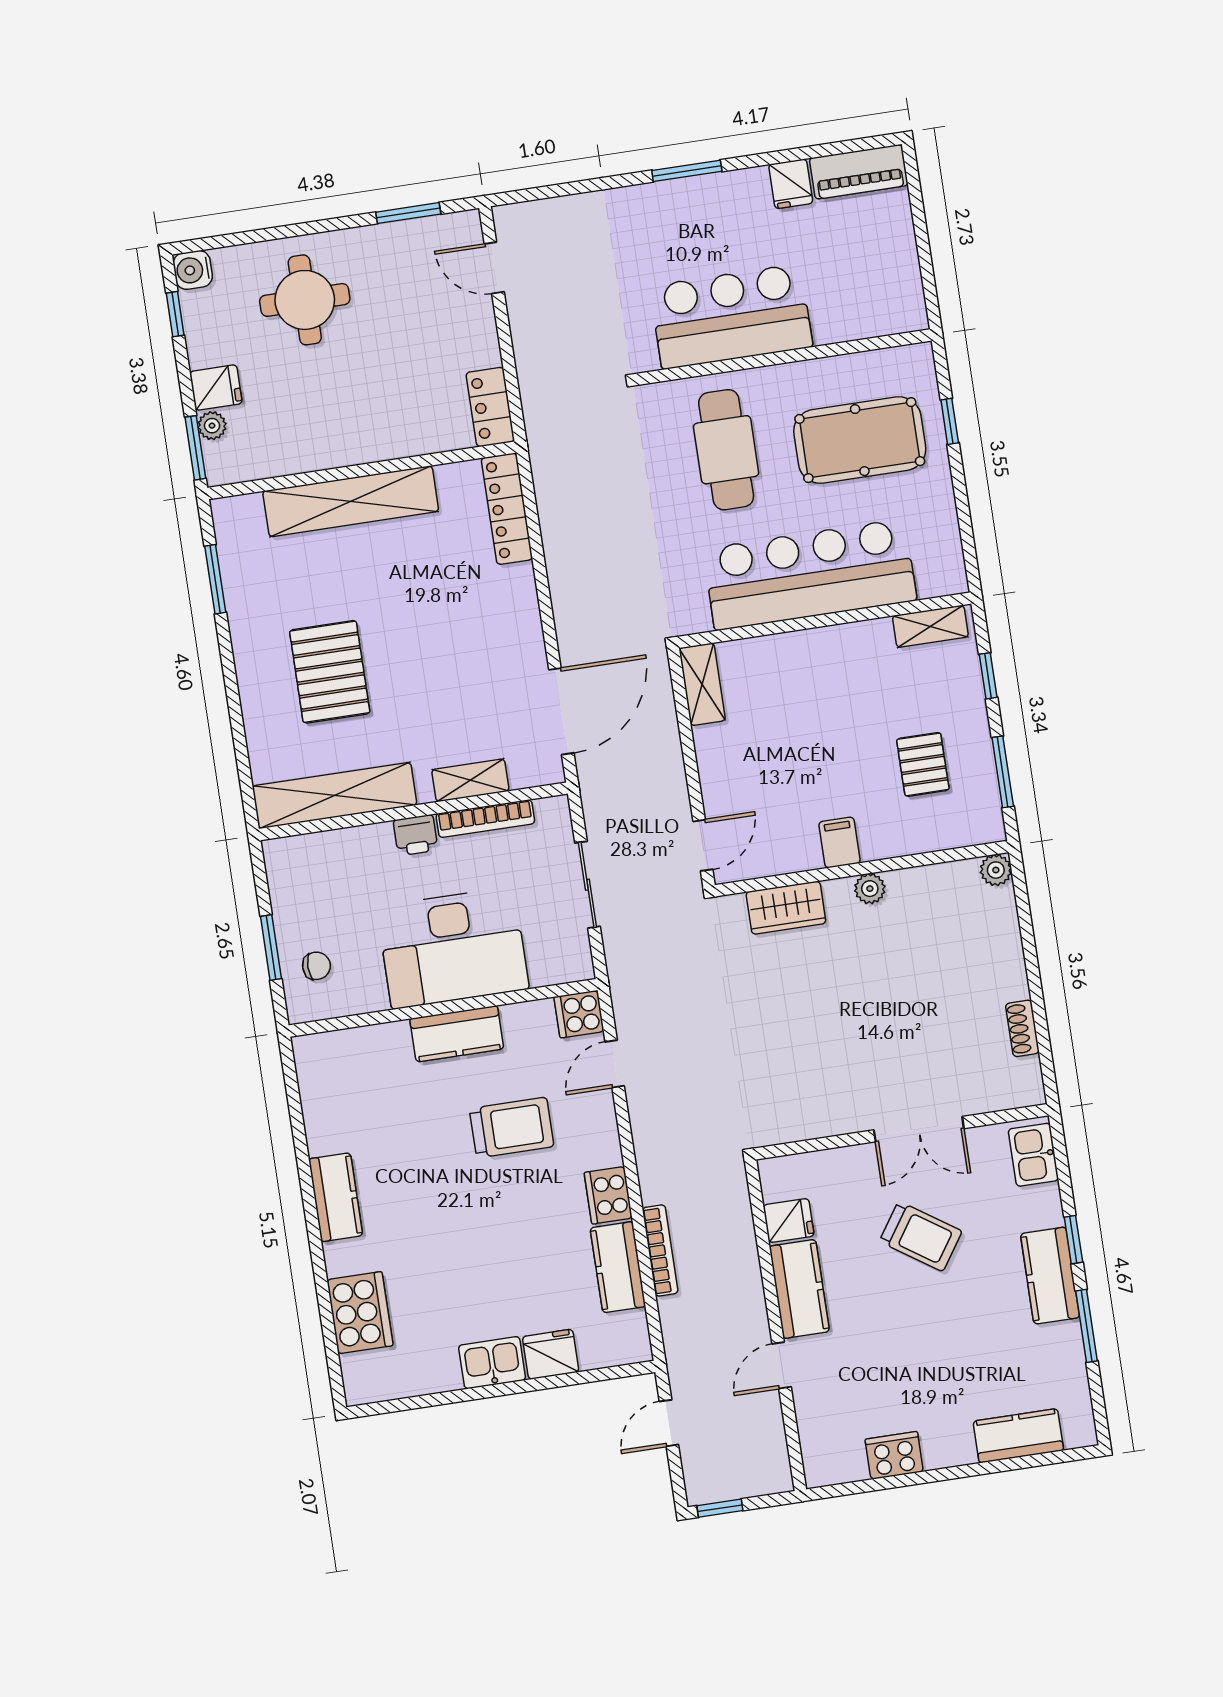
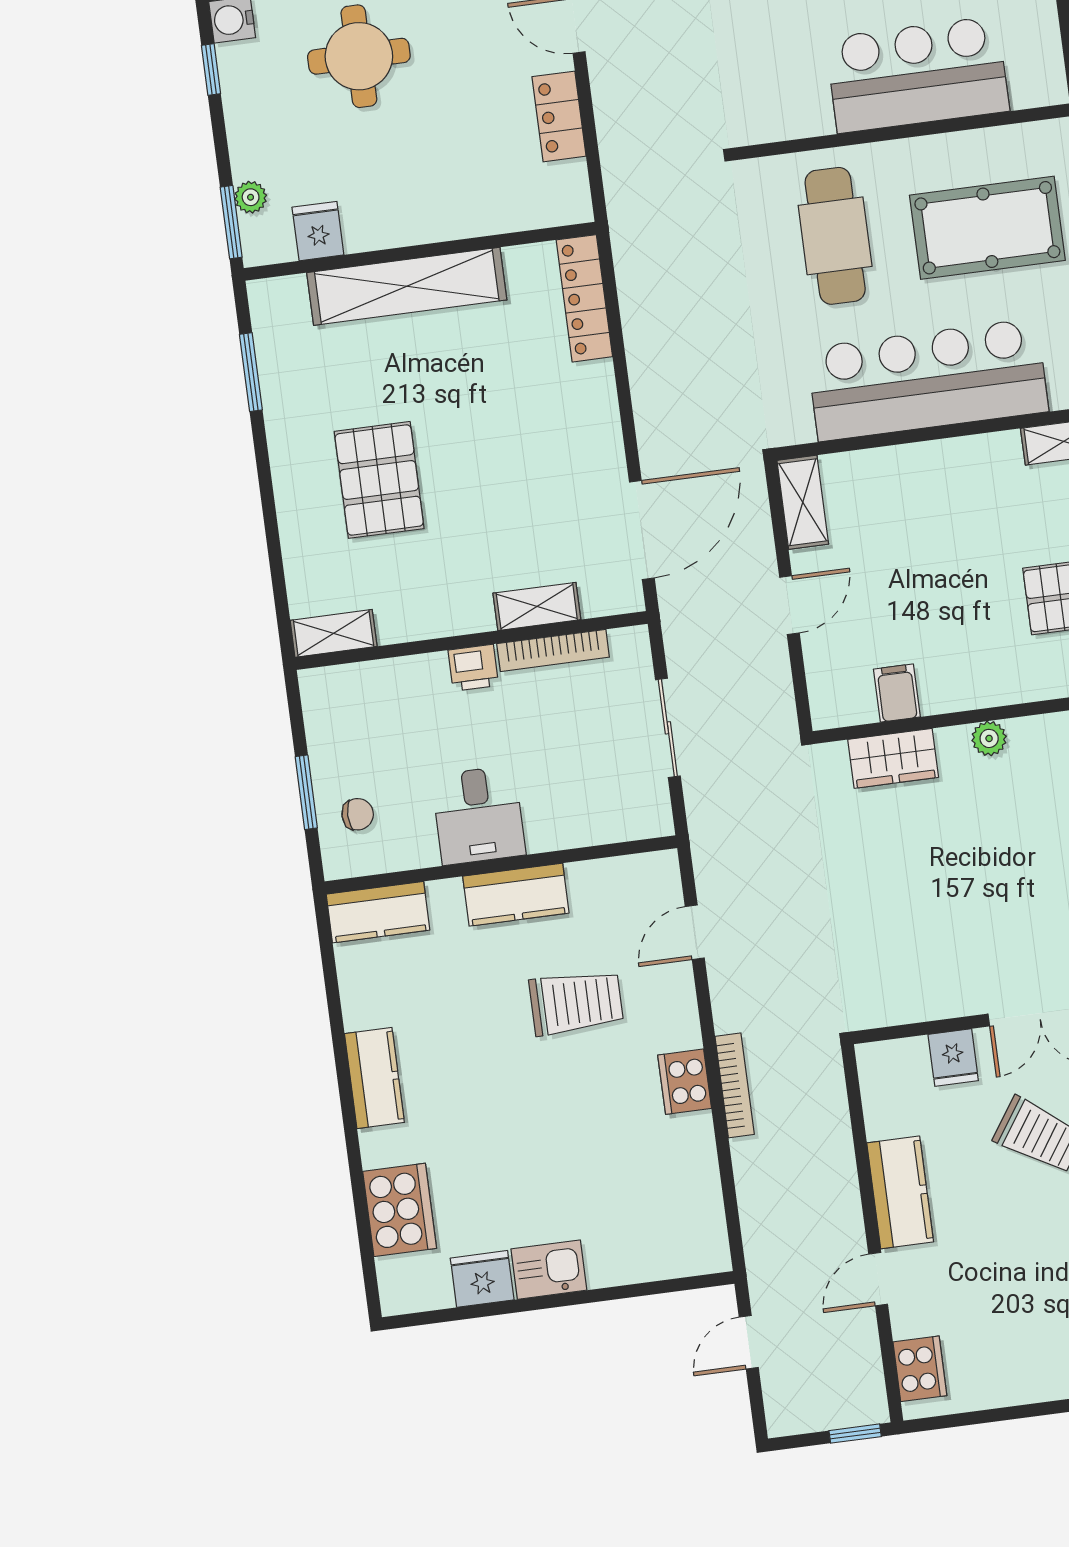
bar counter: (731, 316) -> (917, 75), moved
fridge: (216, 388) -> (318, 231), moved, turned -90
locker: (490, 407) -> (559, 116), moved
shelving: (335, 795) -> (334, 633), width x0.45, depth x0.75
filing cabinet: (839, 842) -> (897, 693), moved
door: (703, 845) -> (789, 605), moved
desk: (453, 948) -> (478, 815), width x0.53, depth x0.77
cooker: (579, 1014) -> (655, 875), removed
fridge: (789, 1221) -> (953, 1058), moved, turned 90
bookcase: (660, 1251) -> (735, 1085), moved
kitchen counter: (618, 1267) -> (378, 912), moved, turned -90
fridge: (551, 1354) -> (482, 1279), moved
cooker: (894, 1455) -> (920, 1369), moved, turned 90
window: (720, 1508) -> (855, 1434), moved

